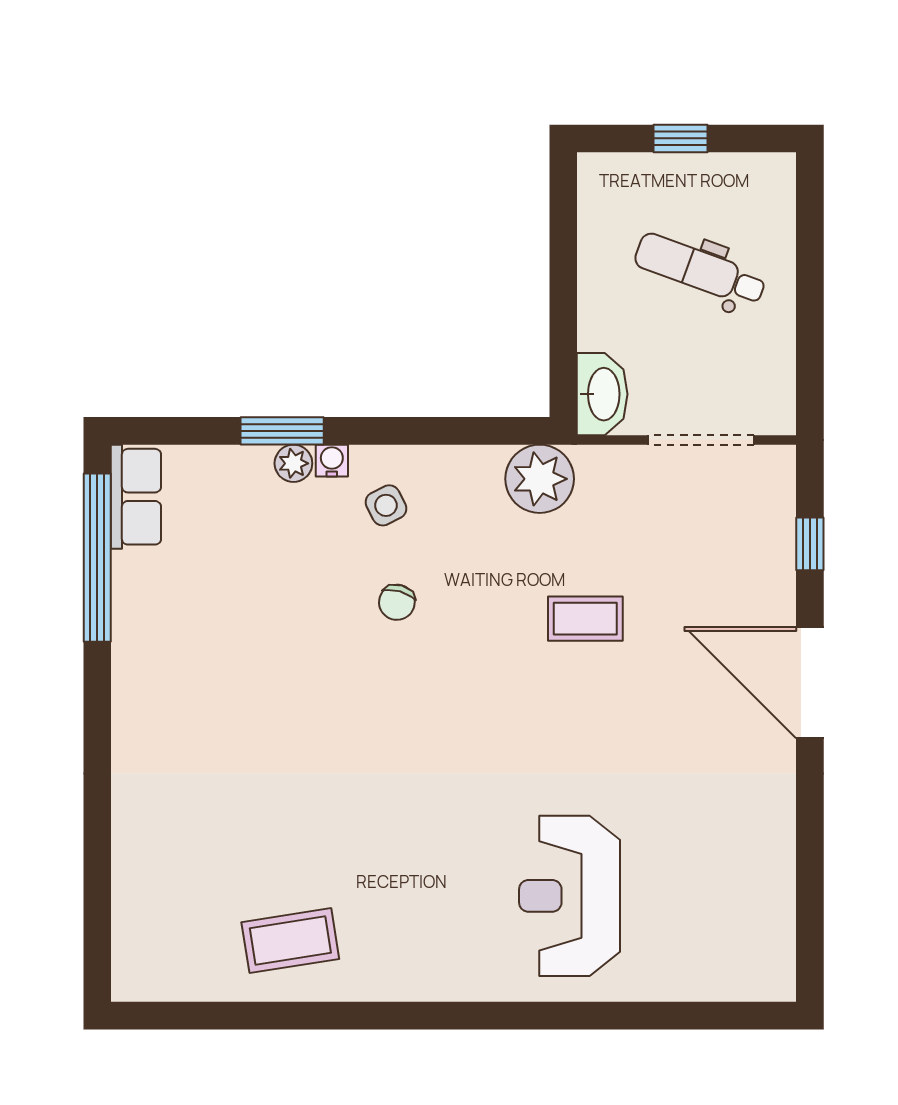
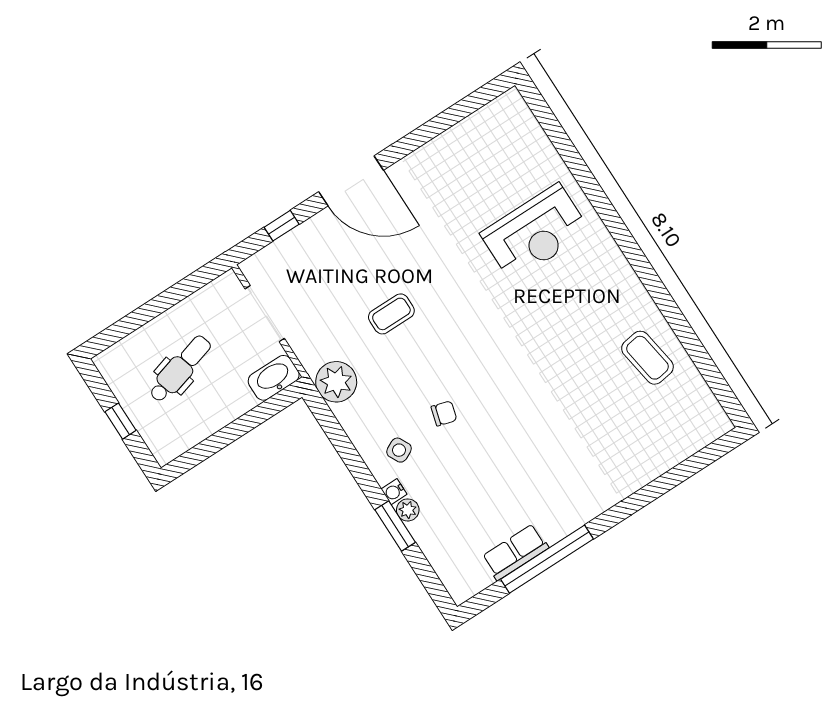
dental chair: (700, 270) -> (180, 369), turned -126
row of seats: (136, 497) -> (515, 552), moved
window: (97, 558) -> (547, 559), moved
coffee table: (585, 619) -> (391, 314), turned 90
door: (810, 683) -> (351, 181), hinge flipped

